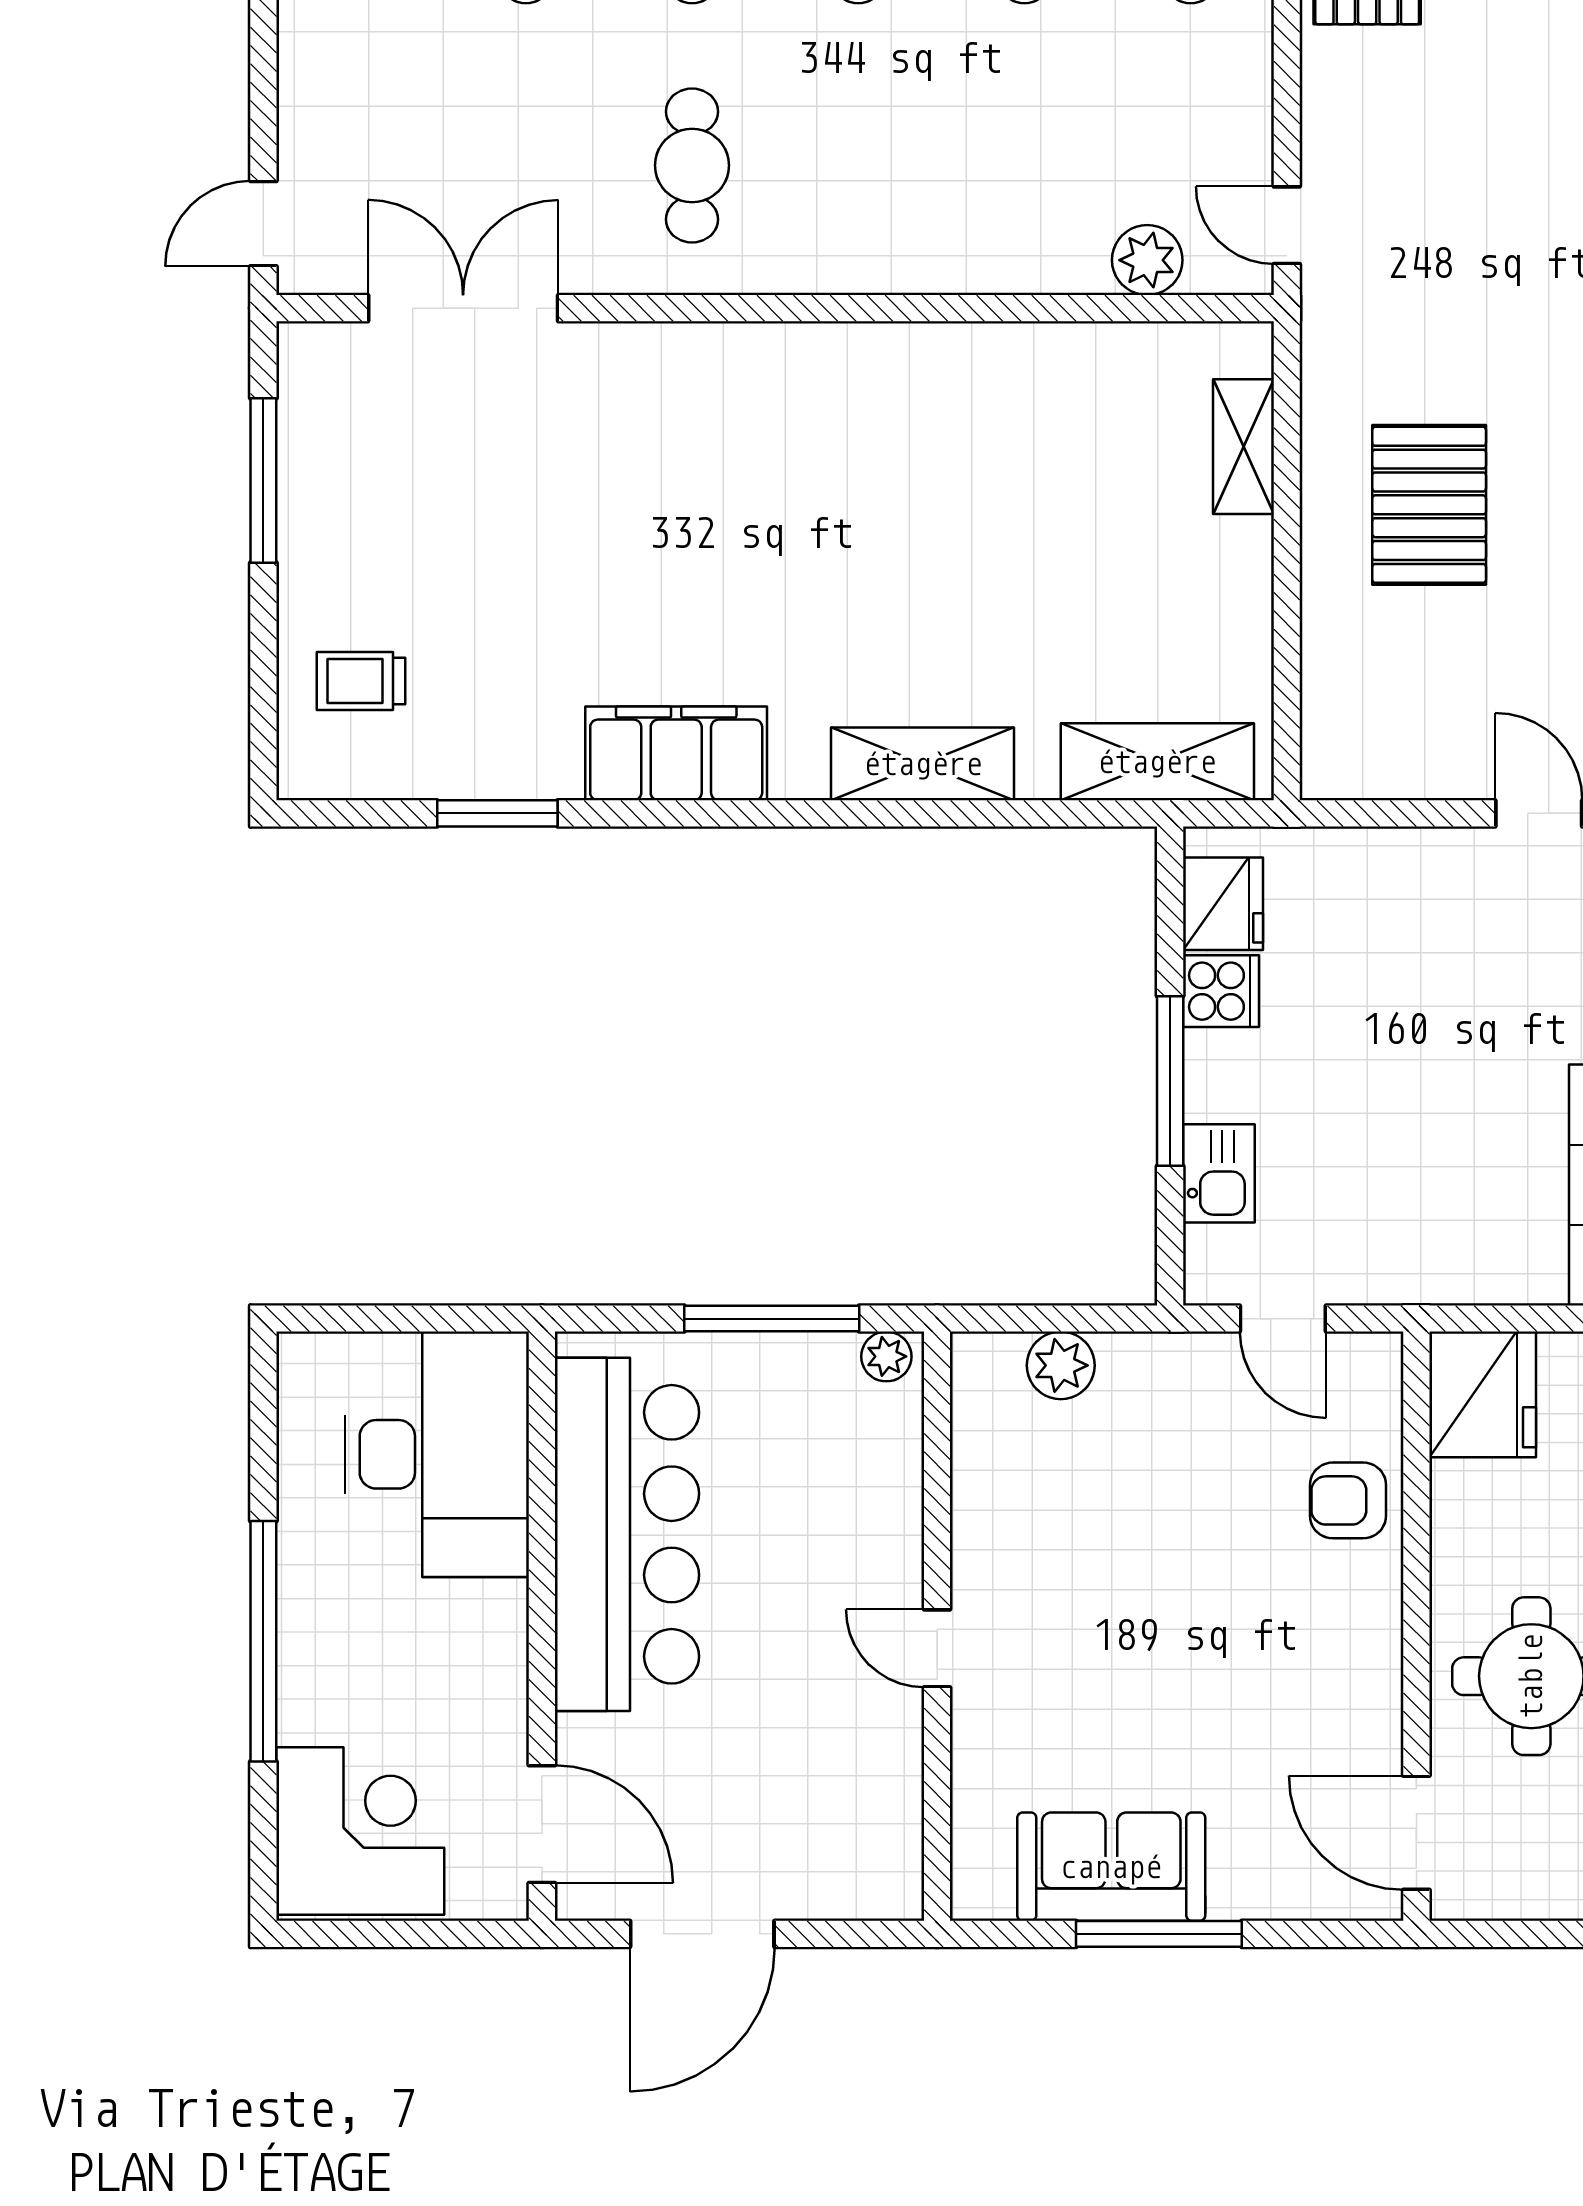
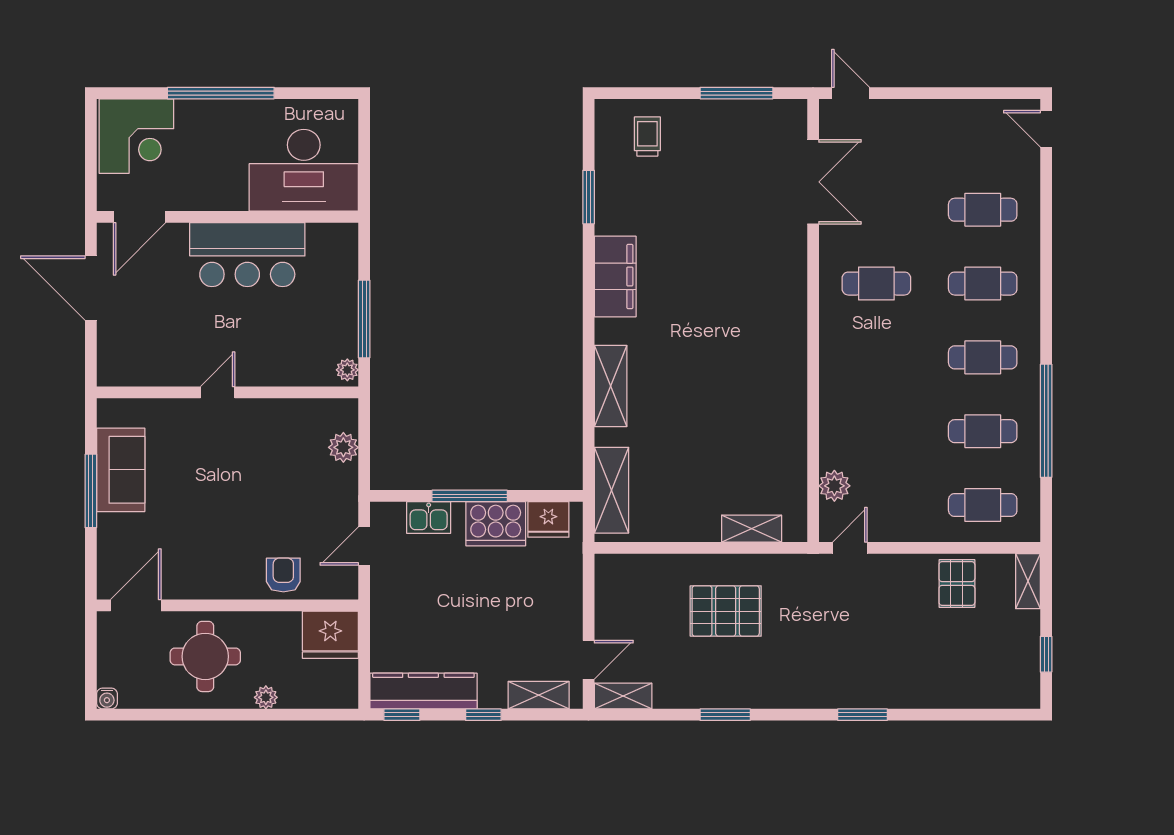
cooker: (1221, 991) -> (496, 524), width x1.87, depth x1.31
bar counter: (627, 1534) -> (247, 255), width x0.73

